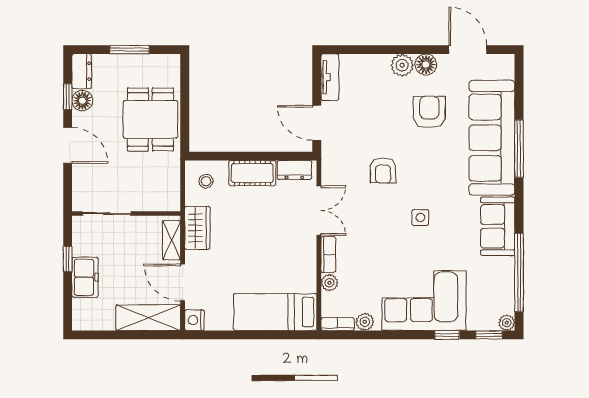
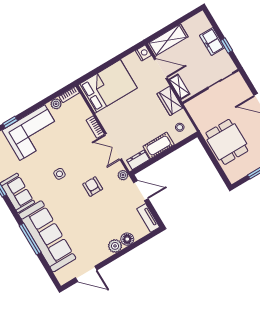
floor lamp: (426, 65) -> (127, 239), moved
armchair: (429, 112) -> (87, 230), removed
plant: (329, 283) -> (123, 175), moved
bed: (275, 312) -> (108, 86), width x1.50

